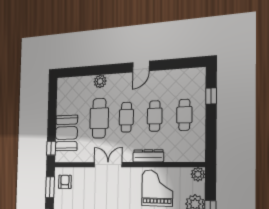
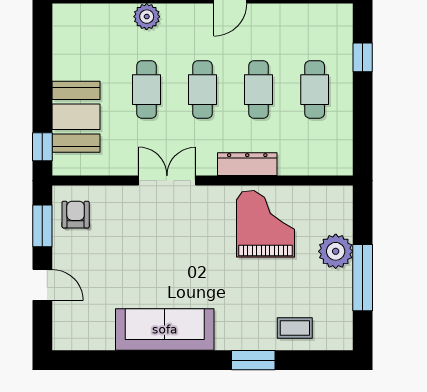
cafe table: (99, 118) -> (146, 90), width x0.73, depth x0.74
plant: (198, 174) -> (340, 198), removed

